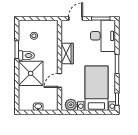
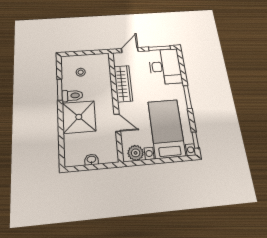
wardrobe: (67, 54) -> (123, 84), width x1.50
door: (59, 80) -> (117, 123), swing flipped

